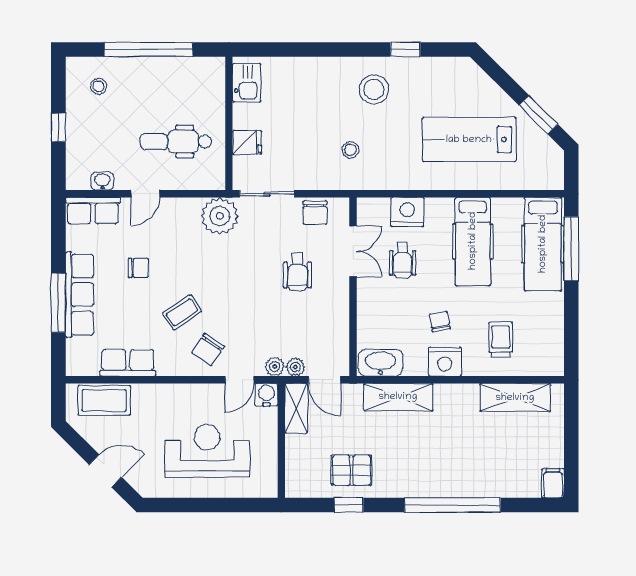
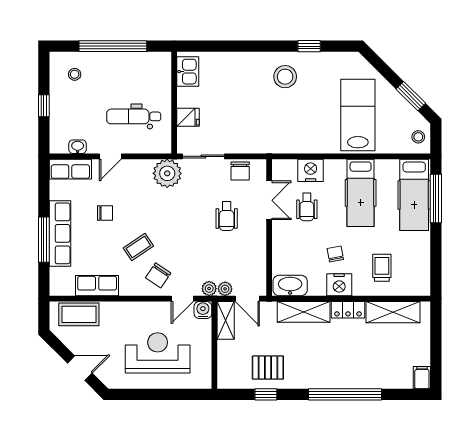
lab bench: (469, 140) -> (358, 115), turned 90
stool: (350, 150) -> (418, 137), moved
locker: (456, 394) -> (348, 310), added

